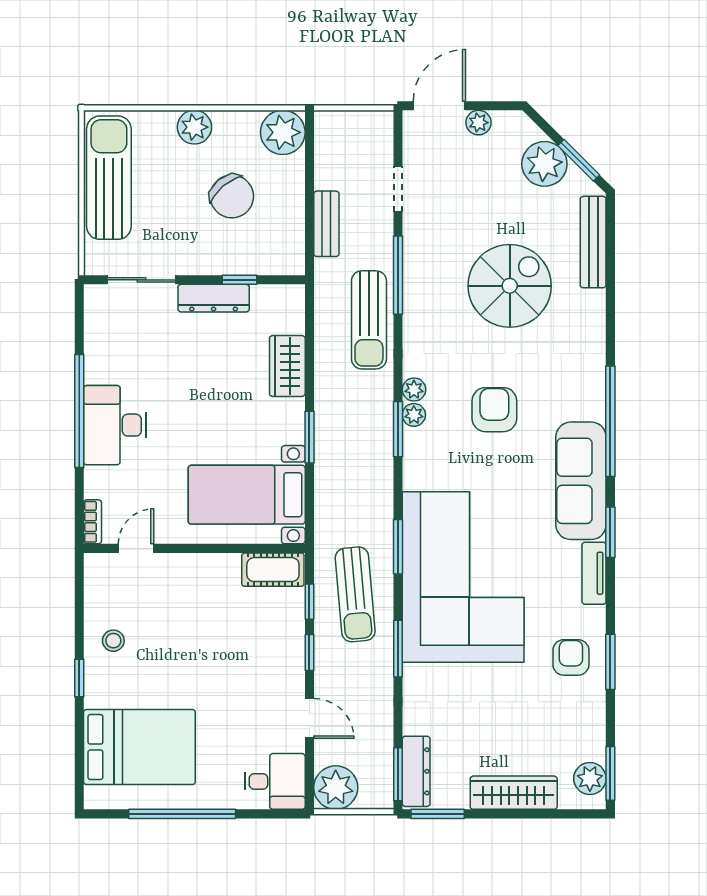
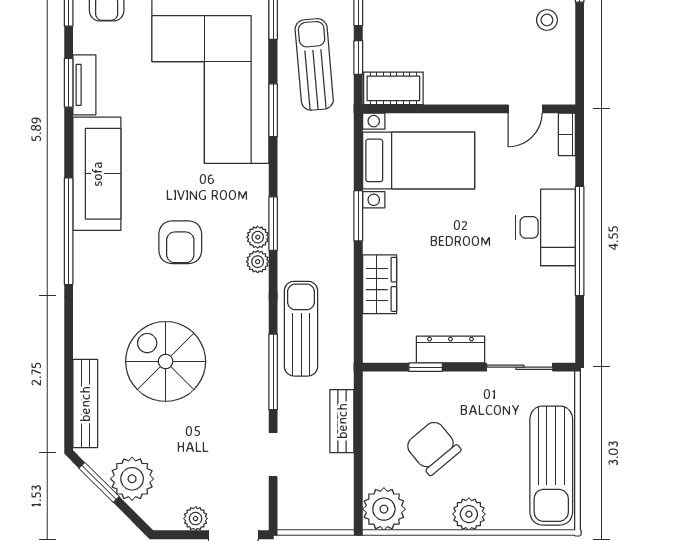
spiral stairs: (510, 286) -> (166, 361), turned 90
window: (610, 532) -> (69, 83), moved

